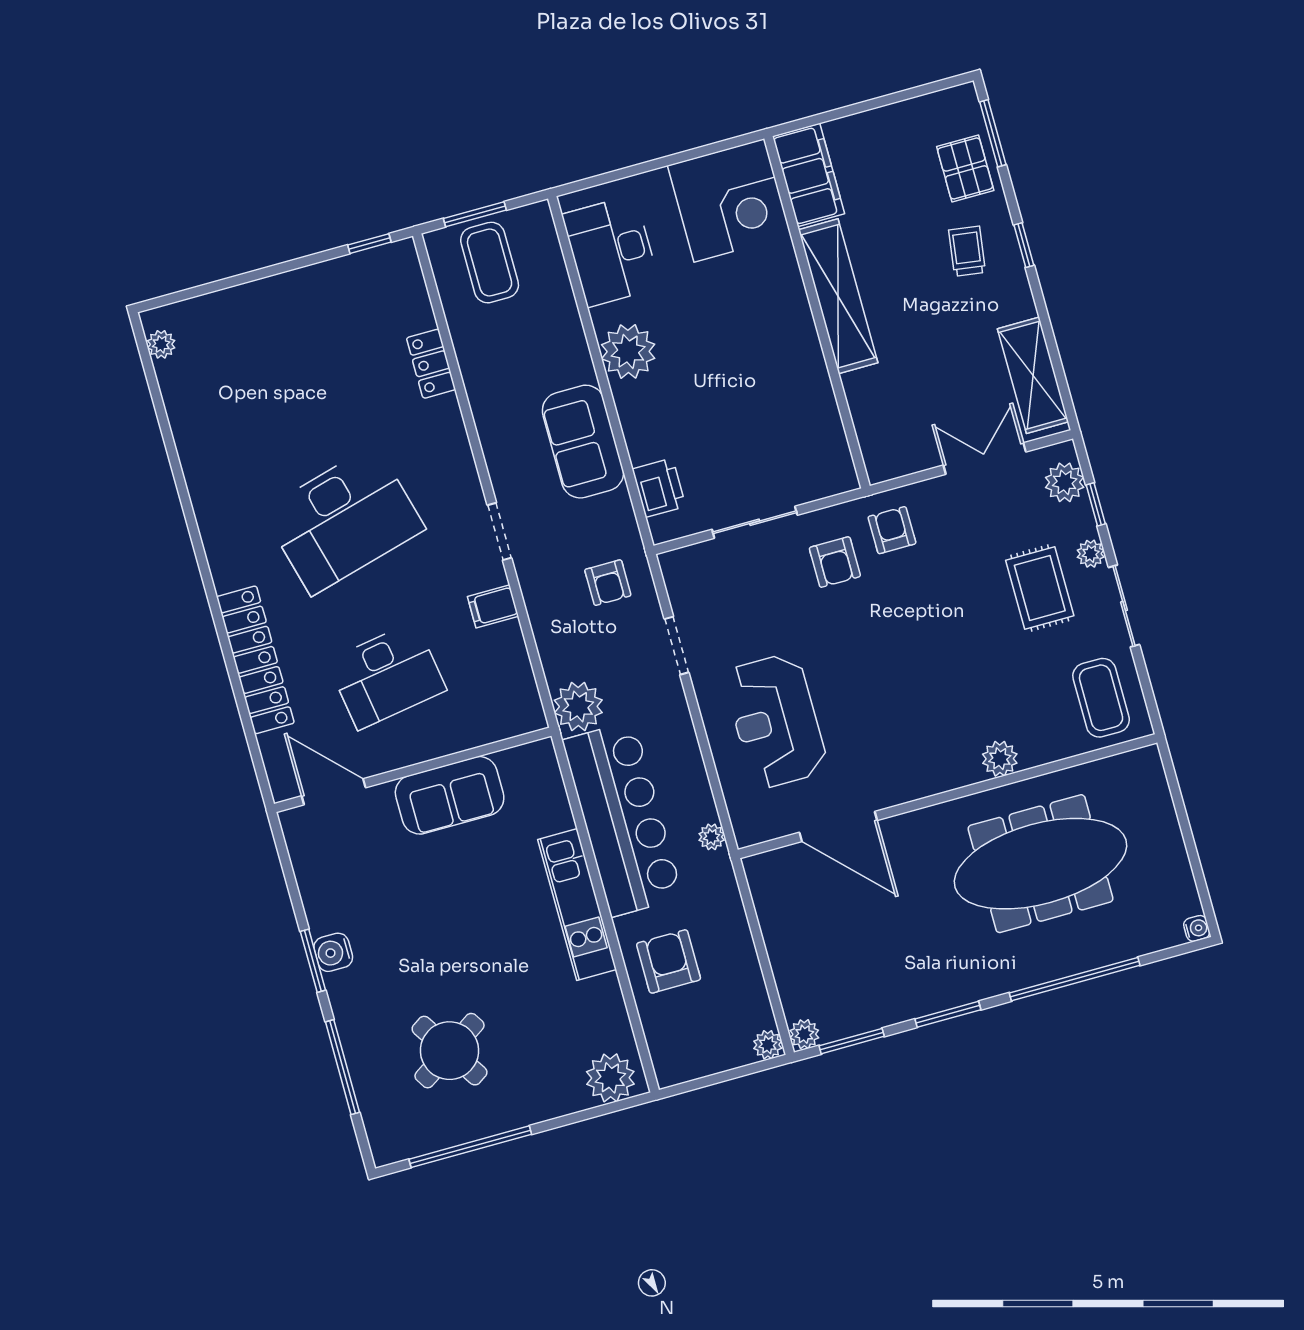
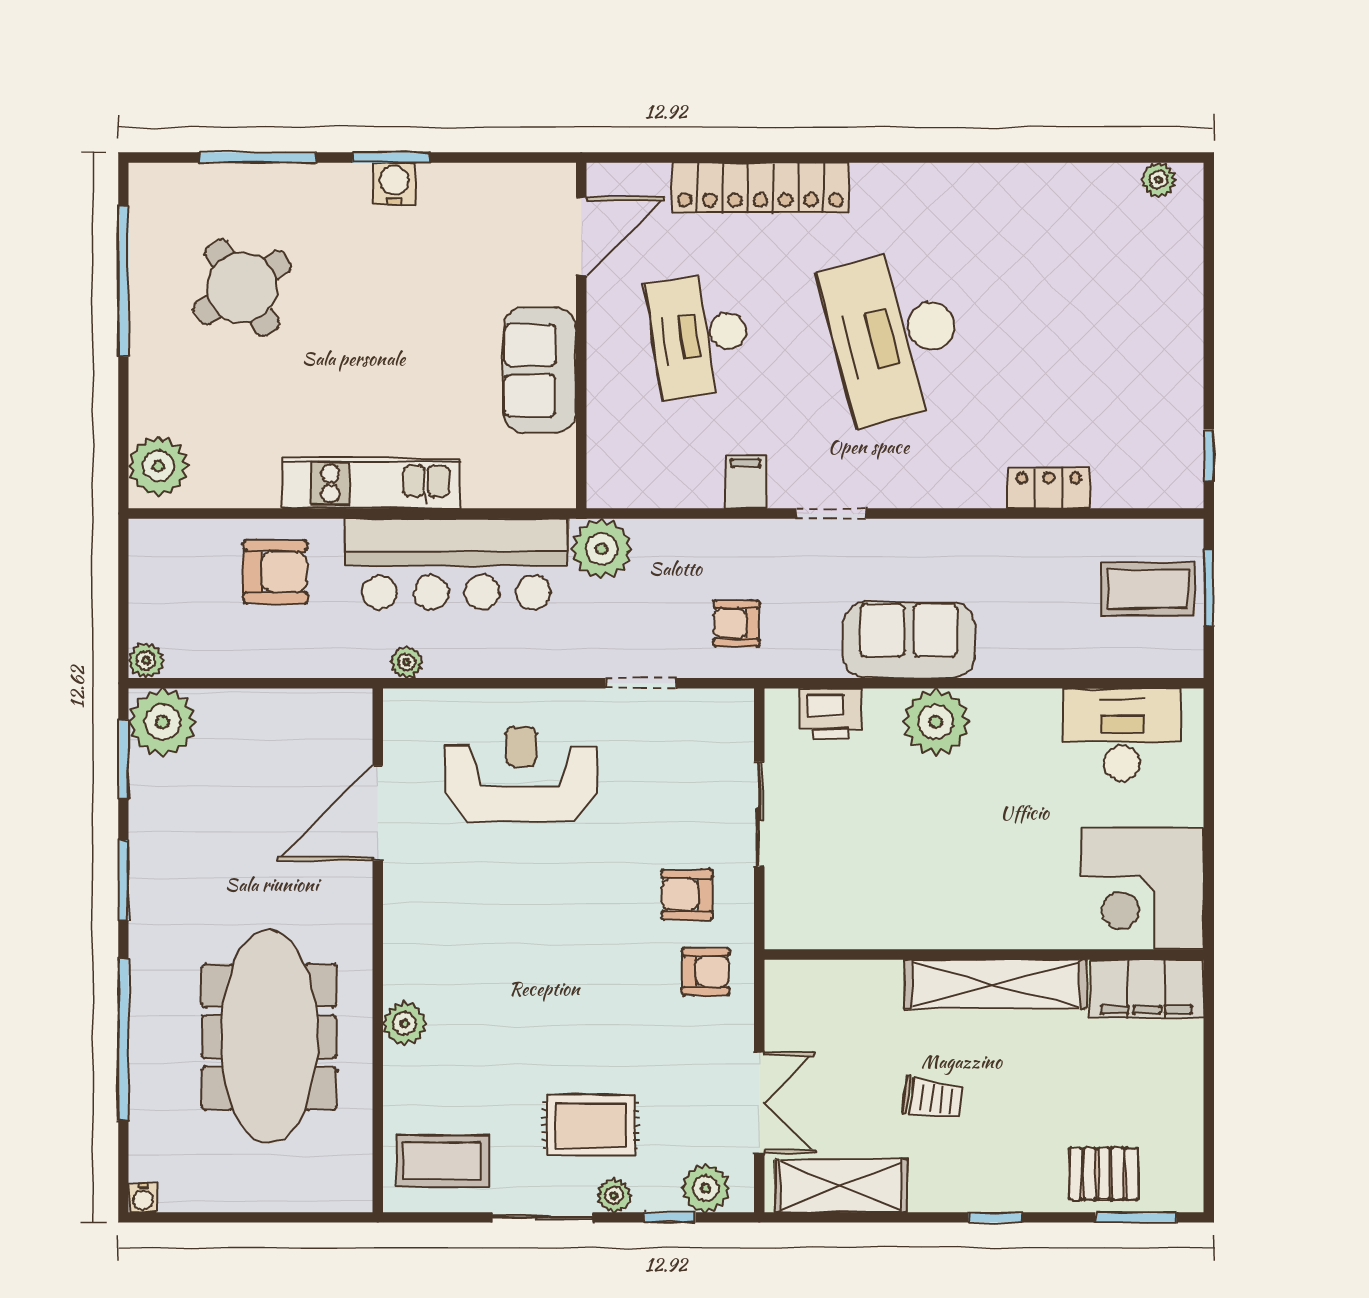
trolley: (967, 251) -> (933, 1098), moved
plant: (628, 351) -> (936, 722), moved
plant: (804, 1034) -> (162, 722), width x1.87, depth x1.87

